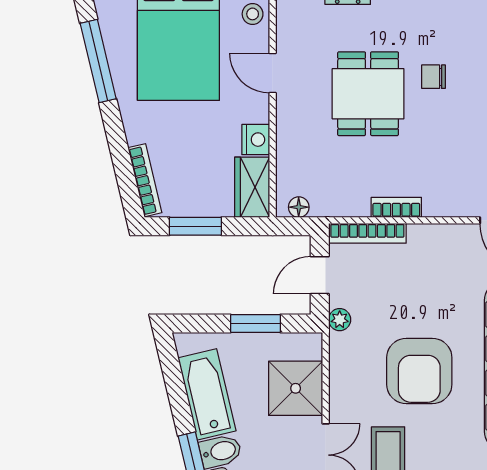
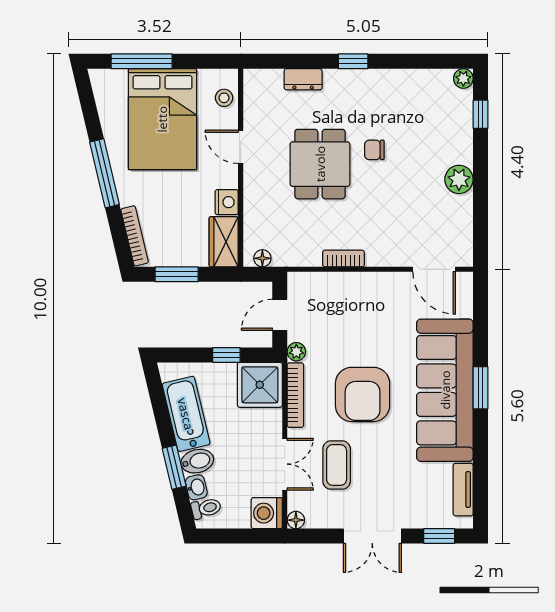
window: (98, 61) -> (104, 173), moved
bookcase: (367, 233) -> (295, 395), moved, turned -90
window: (256, 323) -> (226, 355), width x0.67
shower: (296, 388) -> (260, 385), moved

